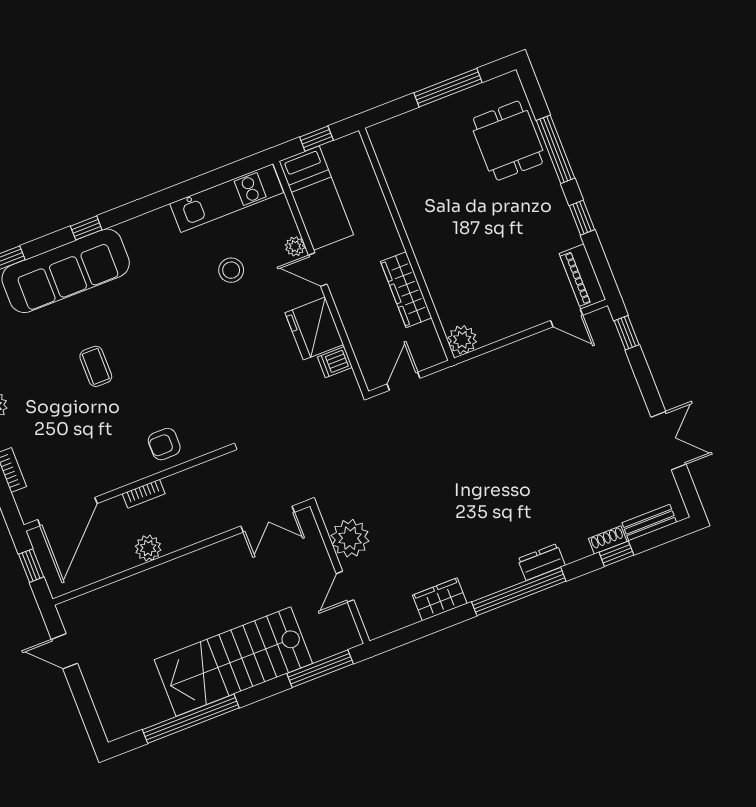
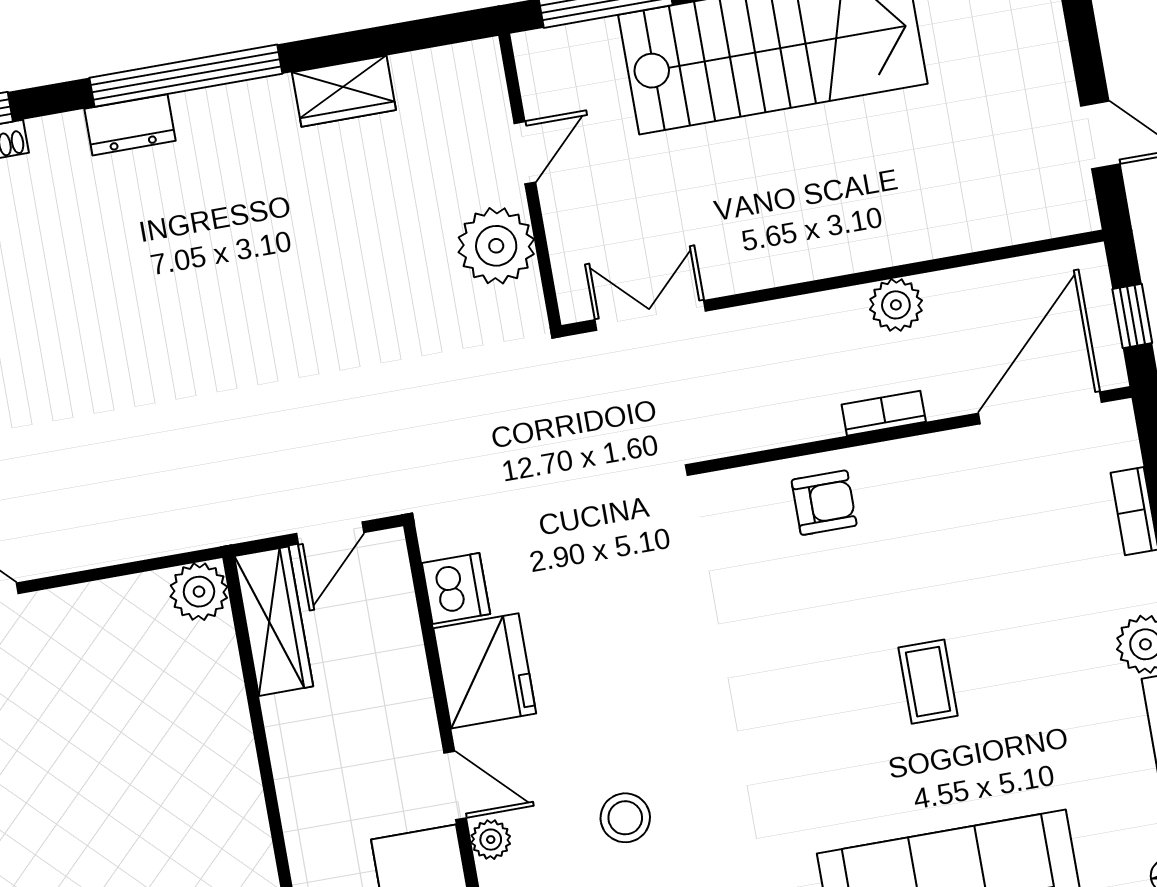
wardrobe: (406, 290) -> (274, 621), moved
dishwasher: (335, 362) -> (456, 589), width x1.38

